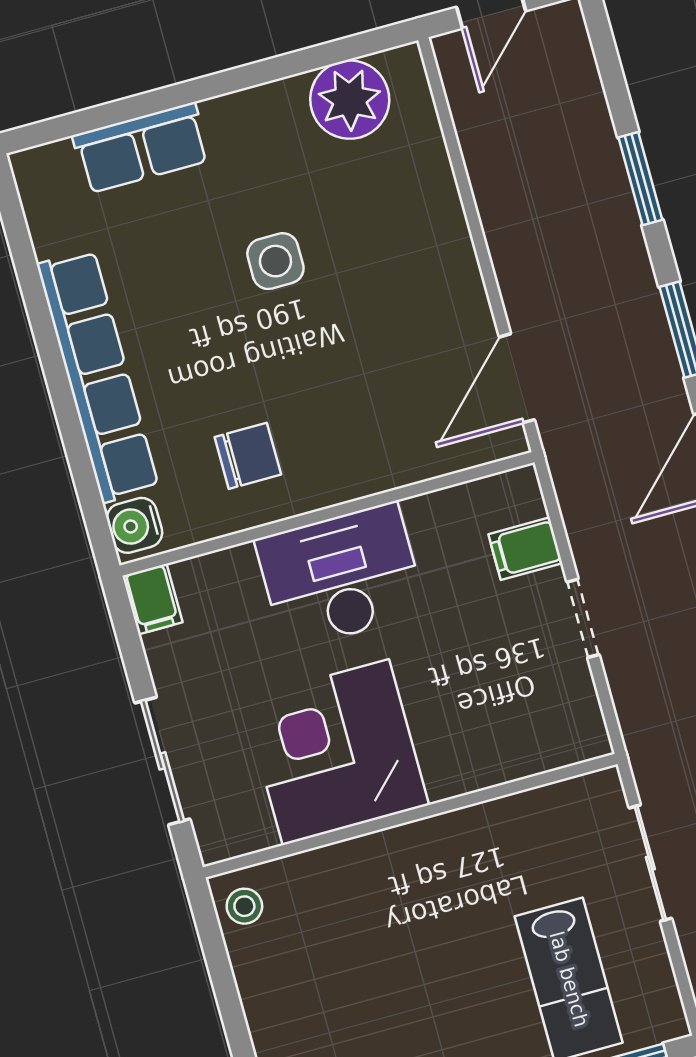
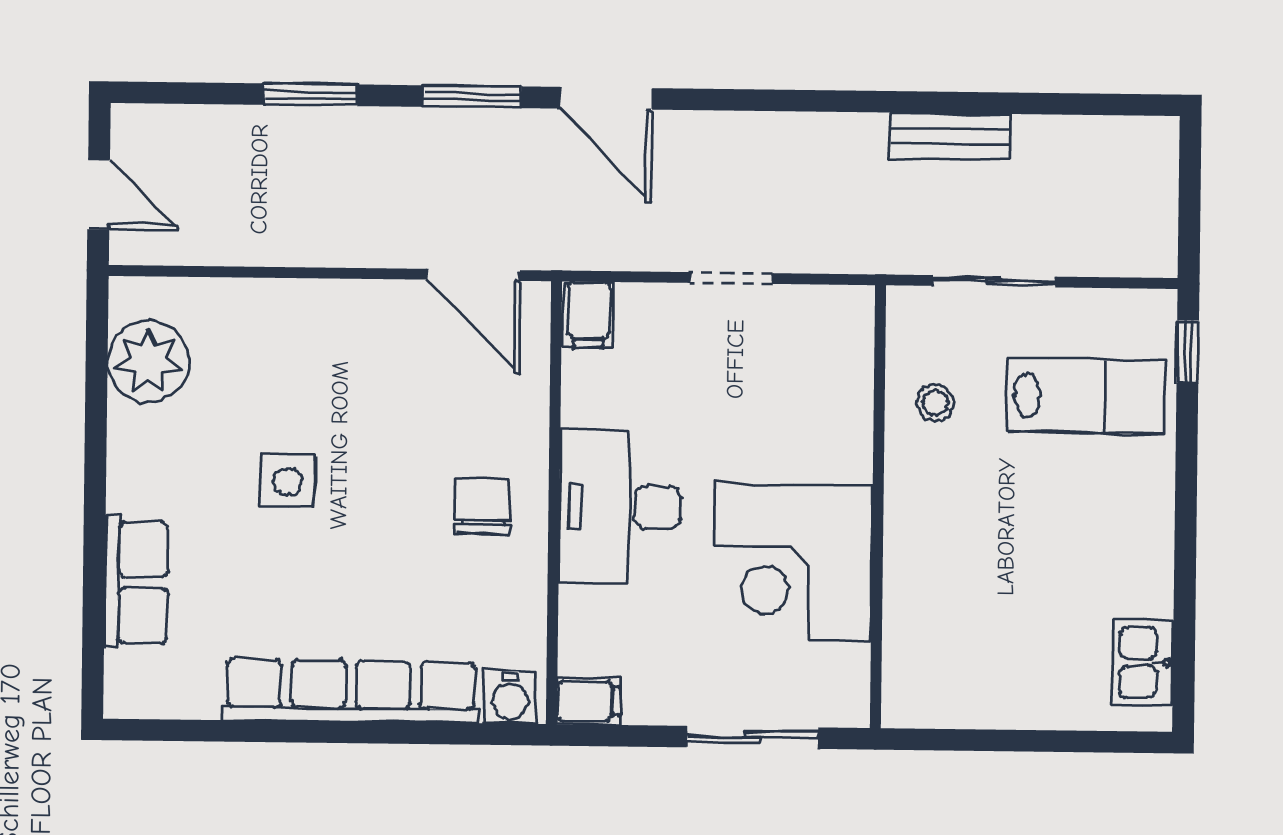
chair: (248, 456) -> (483, 506), moved
filing cabinet: (525, 549) -> (588, 315), moved
stool: (244, 906) -> (935, 403), moved

